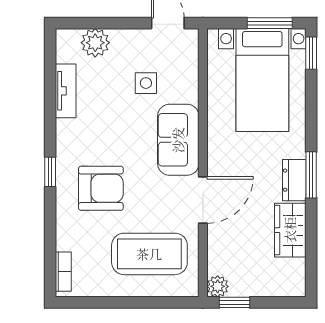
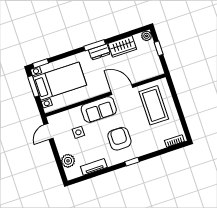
armchair: (101, 188) -> (119, 139), moved
plant: (218, 286) -> (147, 36), moved
window: (234, 302) -> (159, 48), moved

